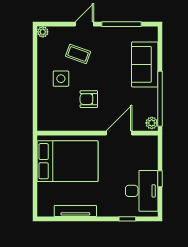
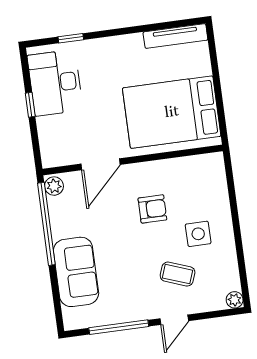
tv unit: (75, 211) -> (175, 36), moved

